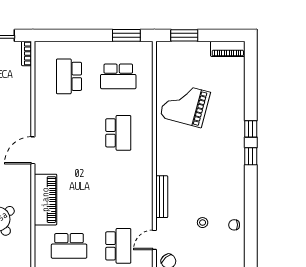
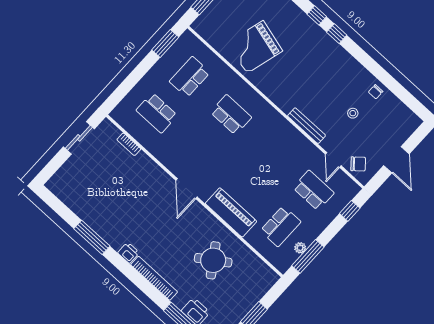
bookcase: (27, 53) -> (129, 144), moved
school desk: (118, 76) -> (190, 77), turned 180

